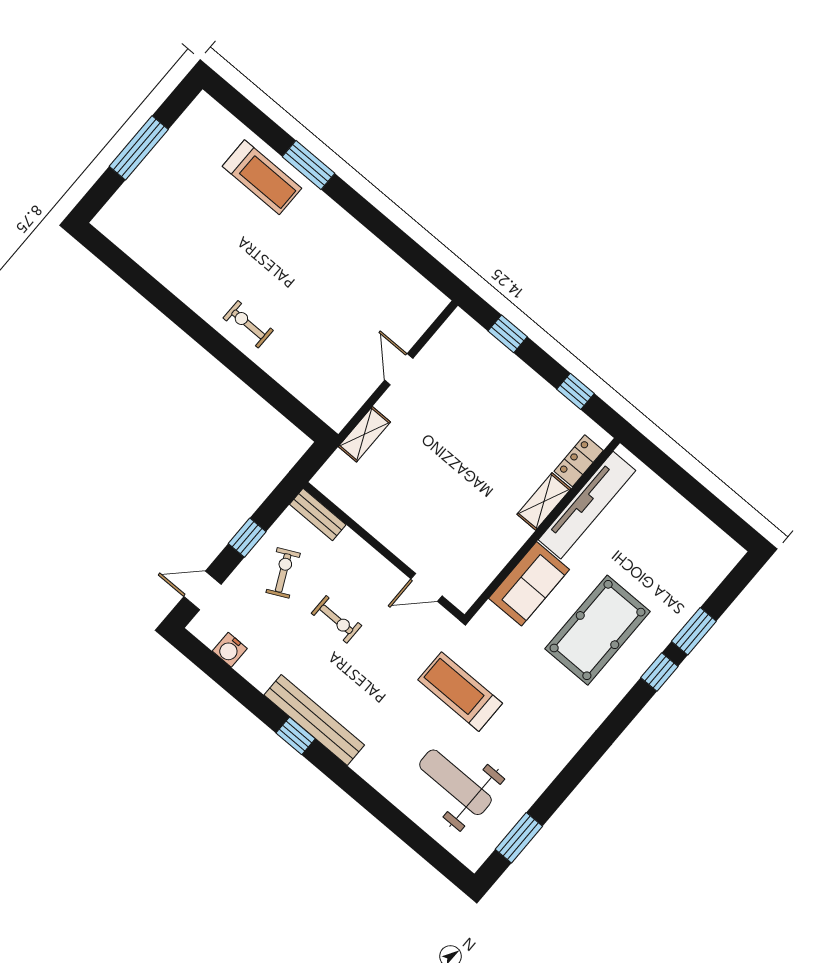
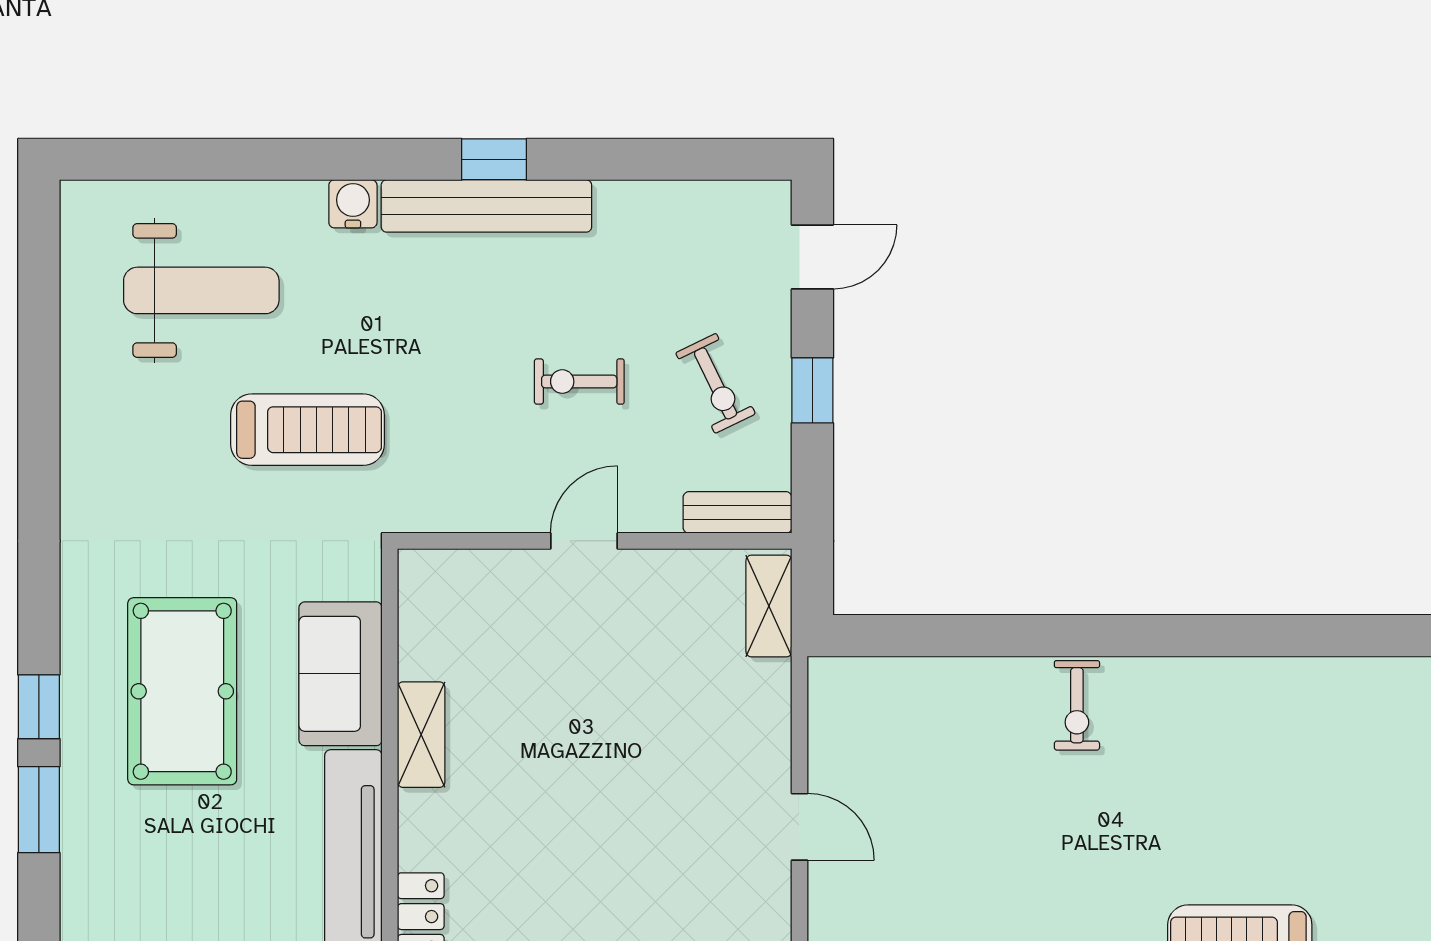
exercise bike: (248, 324) -> (1077, 705), turned 90
shelving: (364, 434) -> (769, 606), moved
shelving: (544, 502) -> (421, 735), moved
door: (427, 587) -> (584, 541), moved
water cooler: (230, 650) -> (353, 204), moved
window: (519, 838) -> (39, 288), removed

